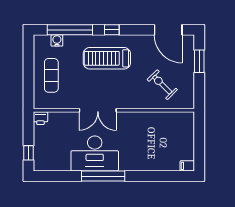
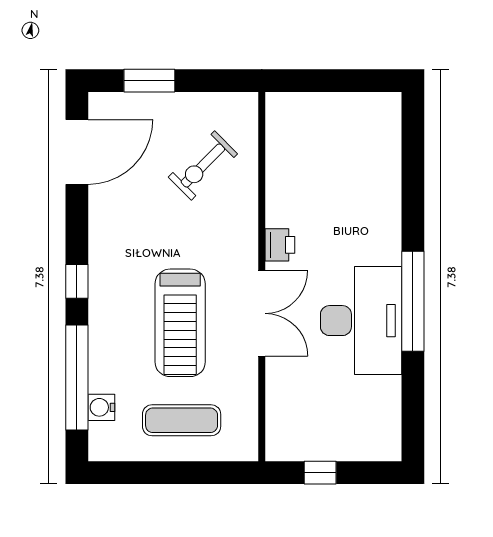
treadmill: (107, 58) -> (180, 323), moved
printer: (40, 118) -> (280, 245), moved
window: (28, 153) -> (320, 473), moved
filing cabinet: (187, 166) -> (389, 108), removed

